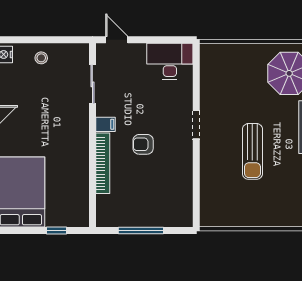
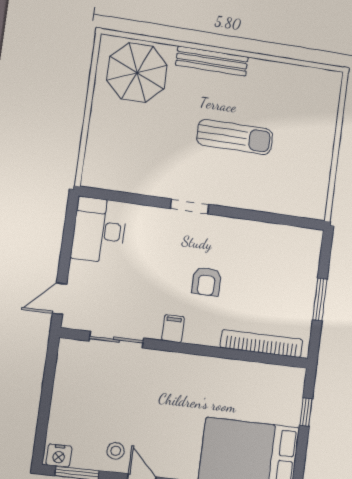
stool: (41, 58) -> (116, 451), moved
bookcase: (103, 163) -> (262, 344), moved
window: (141, 230) -> (320, 299), width x0.69

